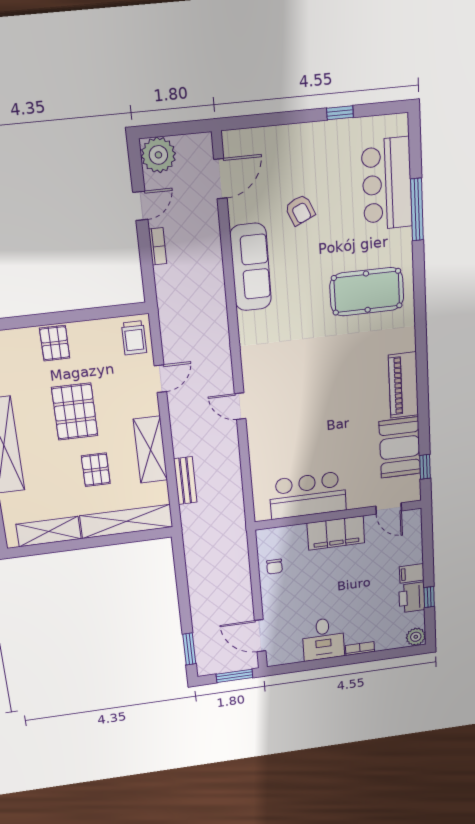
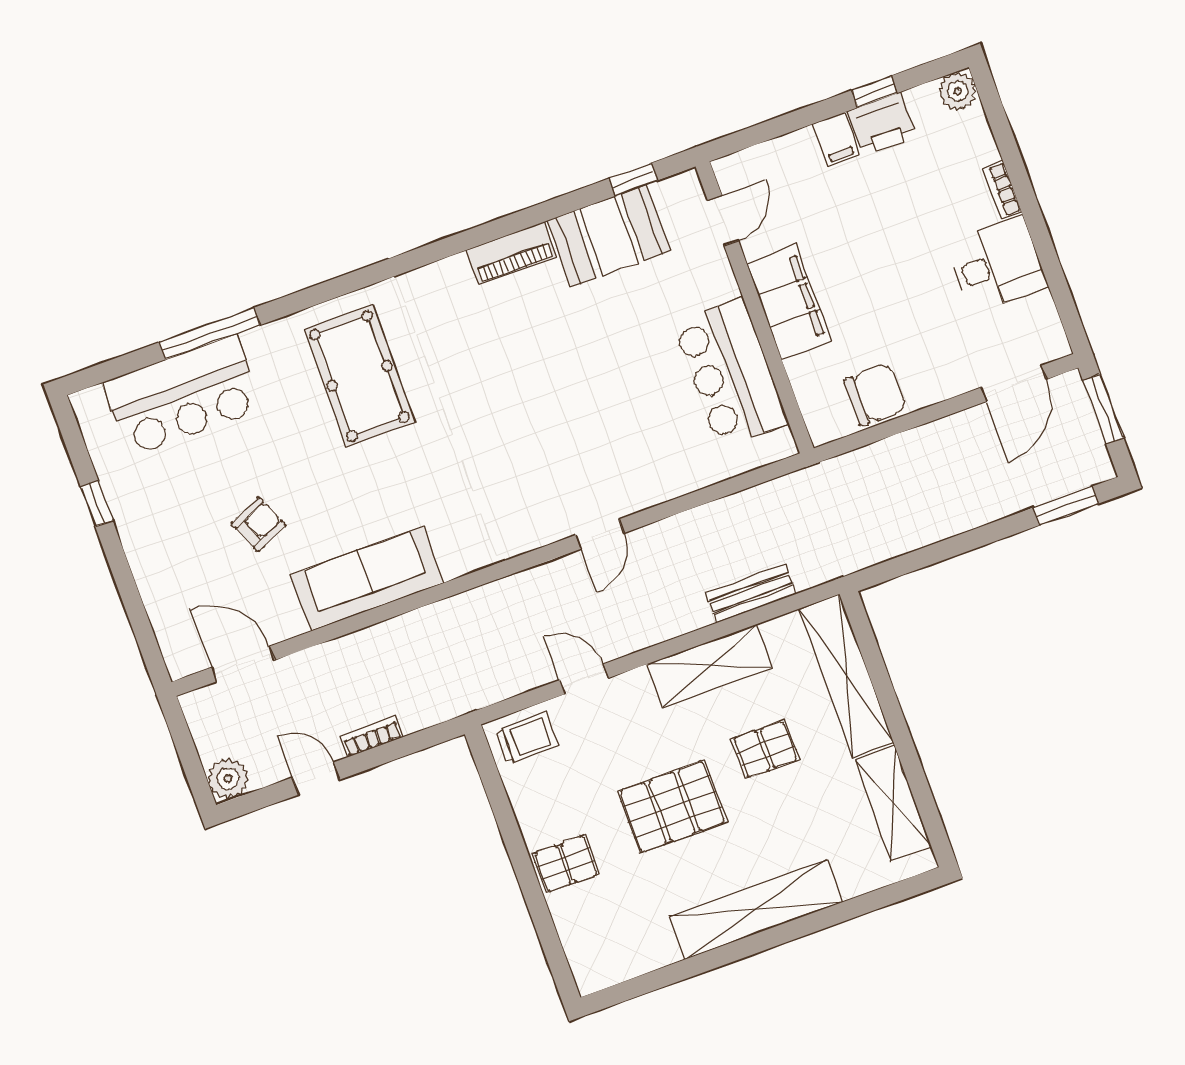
plant: (158, 155) -> (228, 779), width x0.73, depth x0.73
piano: (403, 385) -> (511, 253), width x0.73, depth x0.75
chair: (274, 567) -> (875, 395), width x1.87, depth x1.87

